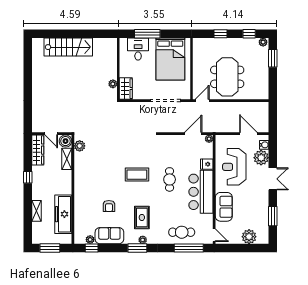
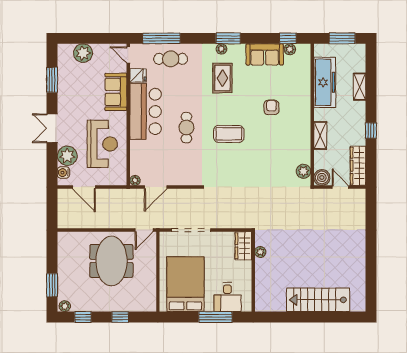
shelving: (67, 159) -> (320, 136), moved
fridge: (207, 164) -> (138, 76), moved
armchair: (109, 206) -> (271, 107), moved

